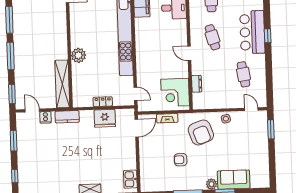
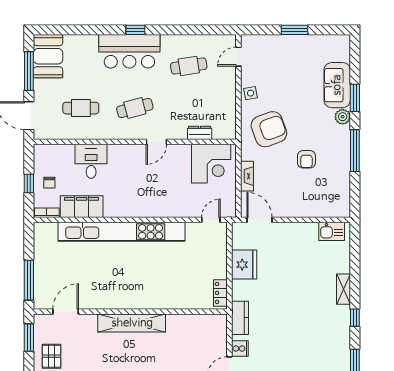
plant: (79, 55) -> (154, 299), removed
shelving: (62, 84) -> (132, 323), moved
locker: (103, 102) -> (220, 293), moved
window: (271, 129) -> (294, 30), moved

